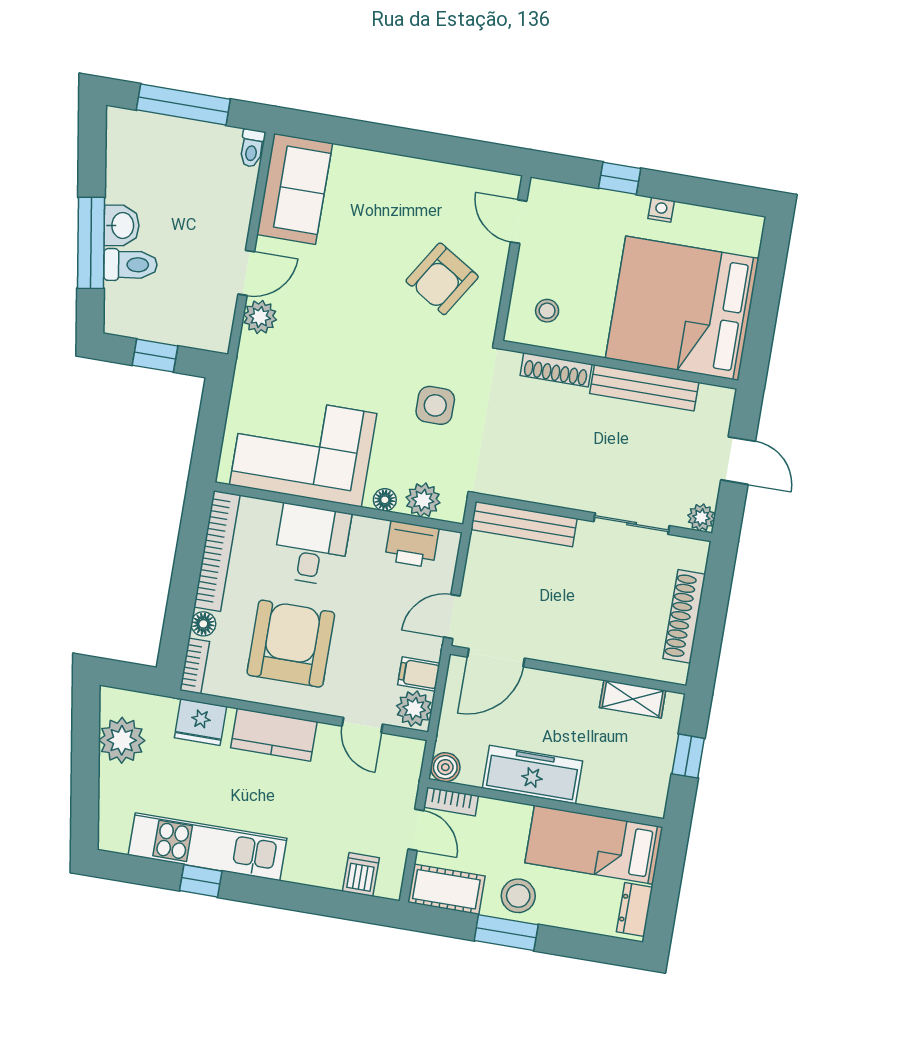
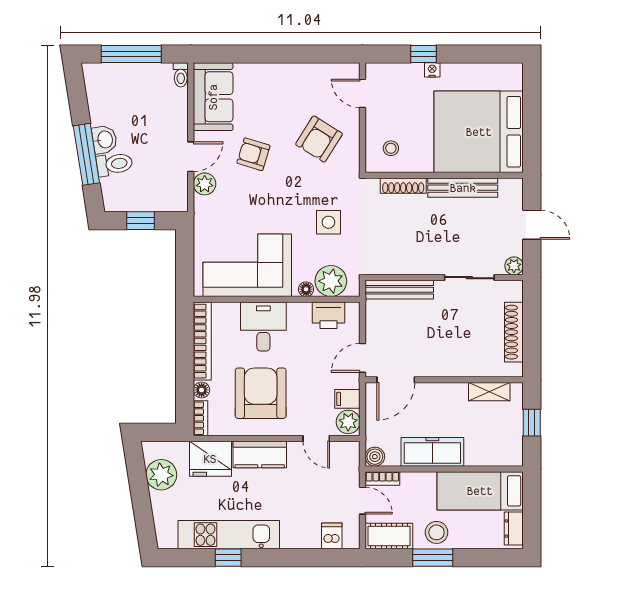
nightstand: (661, 210) -> (432, 70), moved
armchair: (340, 285) -> (253, 154), added
plant: (423, 500) -> (331, 281), width x1.36, depth x1.36
fridge: (200, 722) -> (210, 459), width x1.36, depth x1.34

